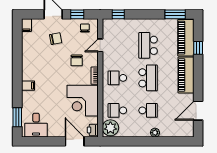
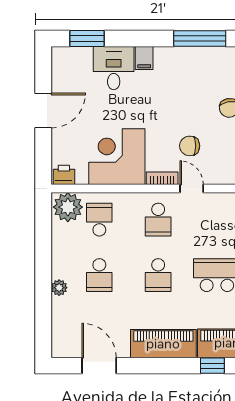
door: (100, 45) -> (192, 188), moved
window: (17, 55) -> (200, 39), added
school desk: (117, 78) -> (158, 220), turned 180
school desk: (148, 78) -> (158, 275), width x0.54
desk: (36, 125) -> (114, 68), moved, turned 90
door: (75, 141) -> (43, 111), moved

